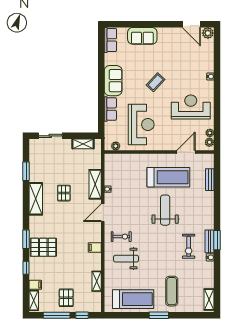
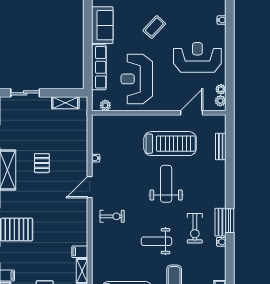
row of seats: (110, 109) -> (99, 67), width x1.48
reception desk: (141, 125) -> (137, 79), turned 180
shelving: (95, 184) -> (80, 152), removed
filing cabinet: (95, 247) -> (80, 252), moved
weight bench: (126, 259) -> (156, 241), moved

